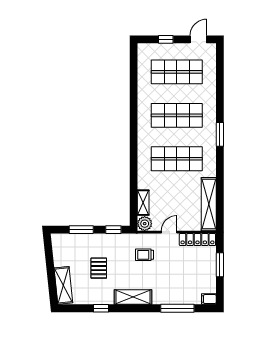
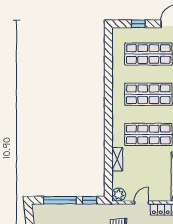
shelving: (143, 203) -> (117, 159), moved
window: (81, 230) -> (60, 200), width x1.44

